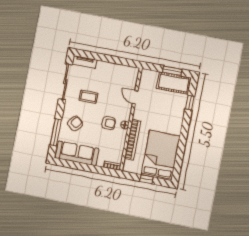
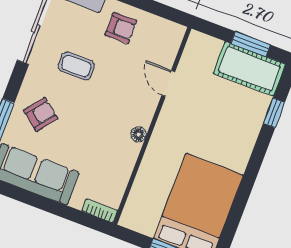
armchair: (109, 123) -> (121, 28), moved
bookcase: (133, 140) -> (149, 166), removed

